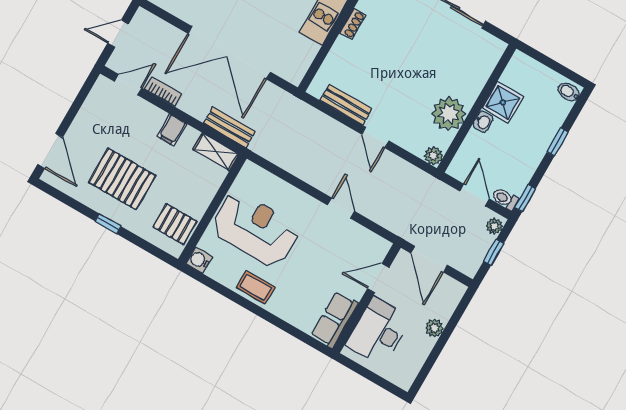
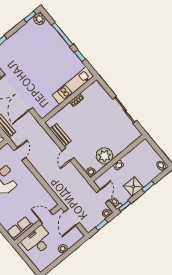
shower: (503, 102) -> (133, 187), moved
door: (341, 208) -> (20, 154), moved

